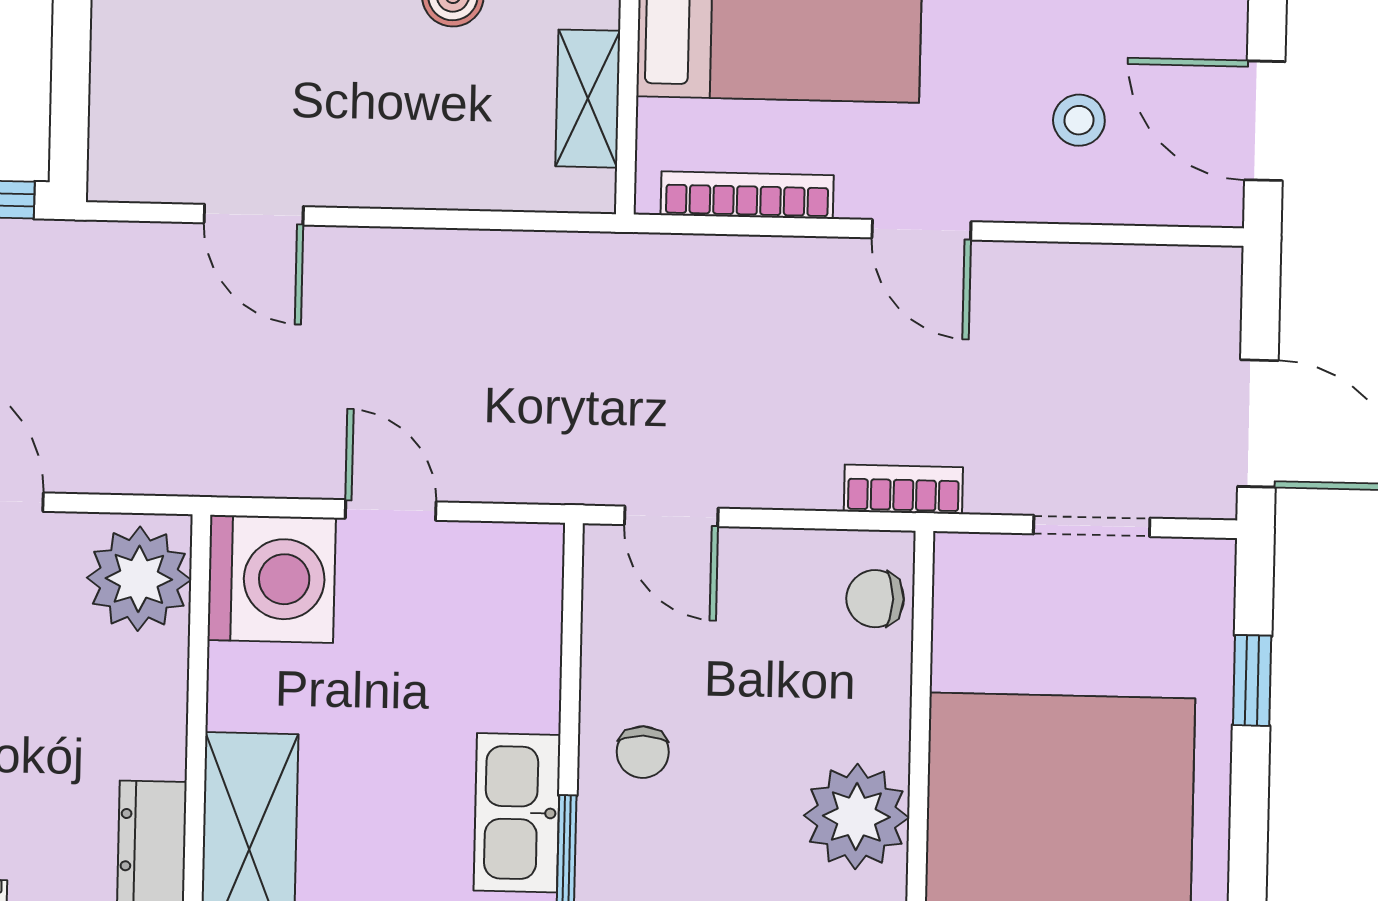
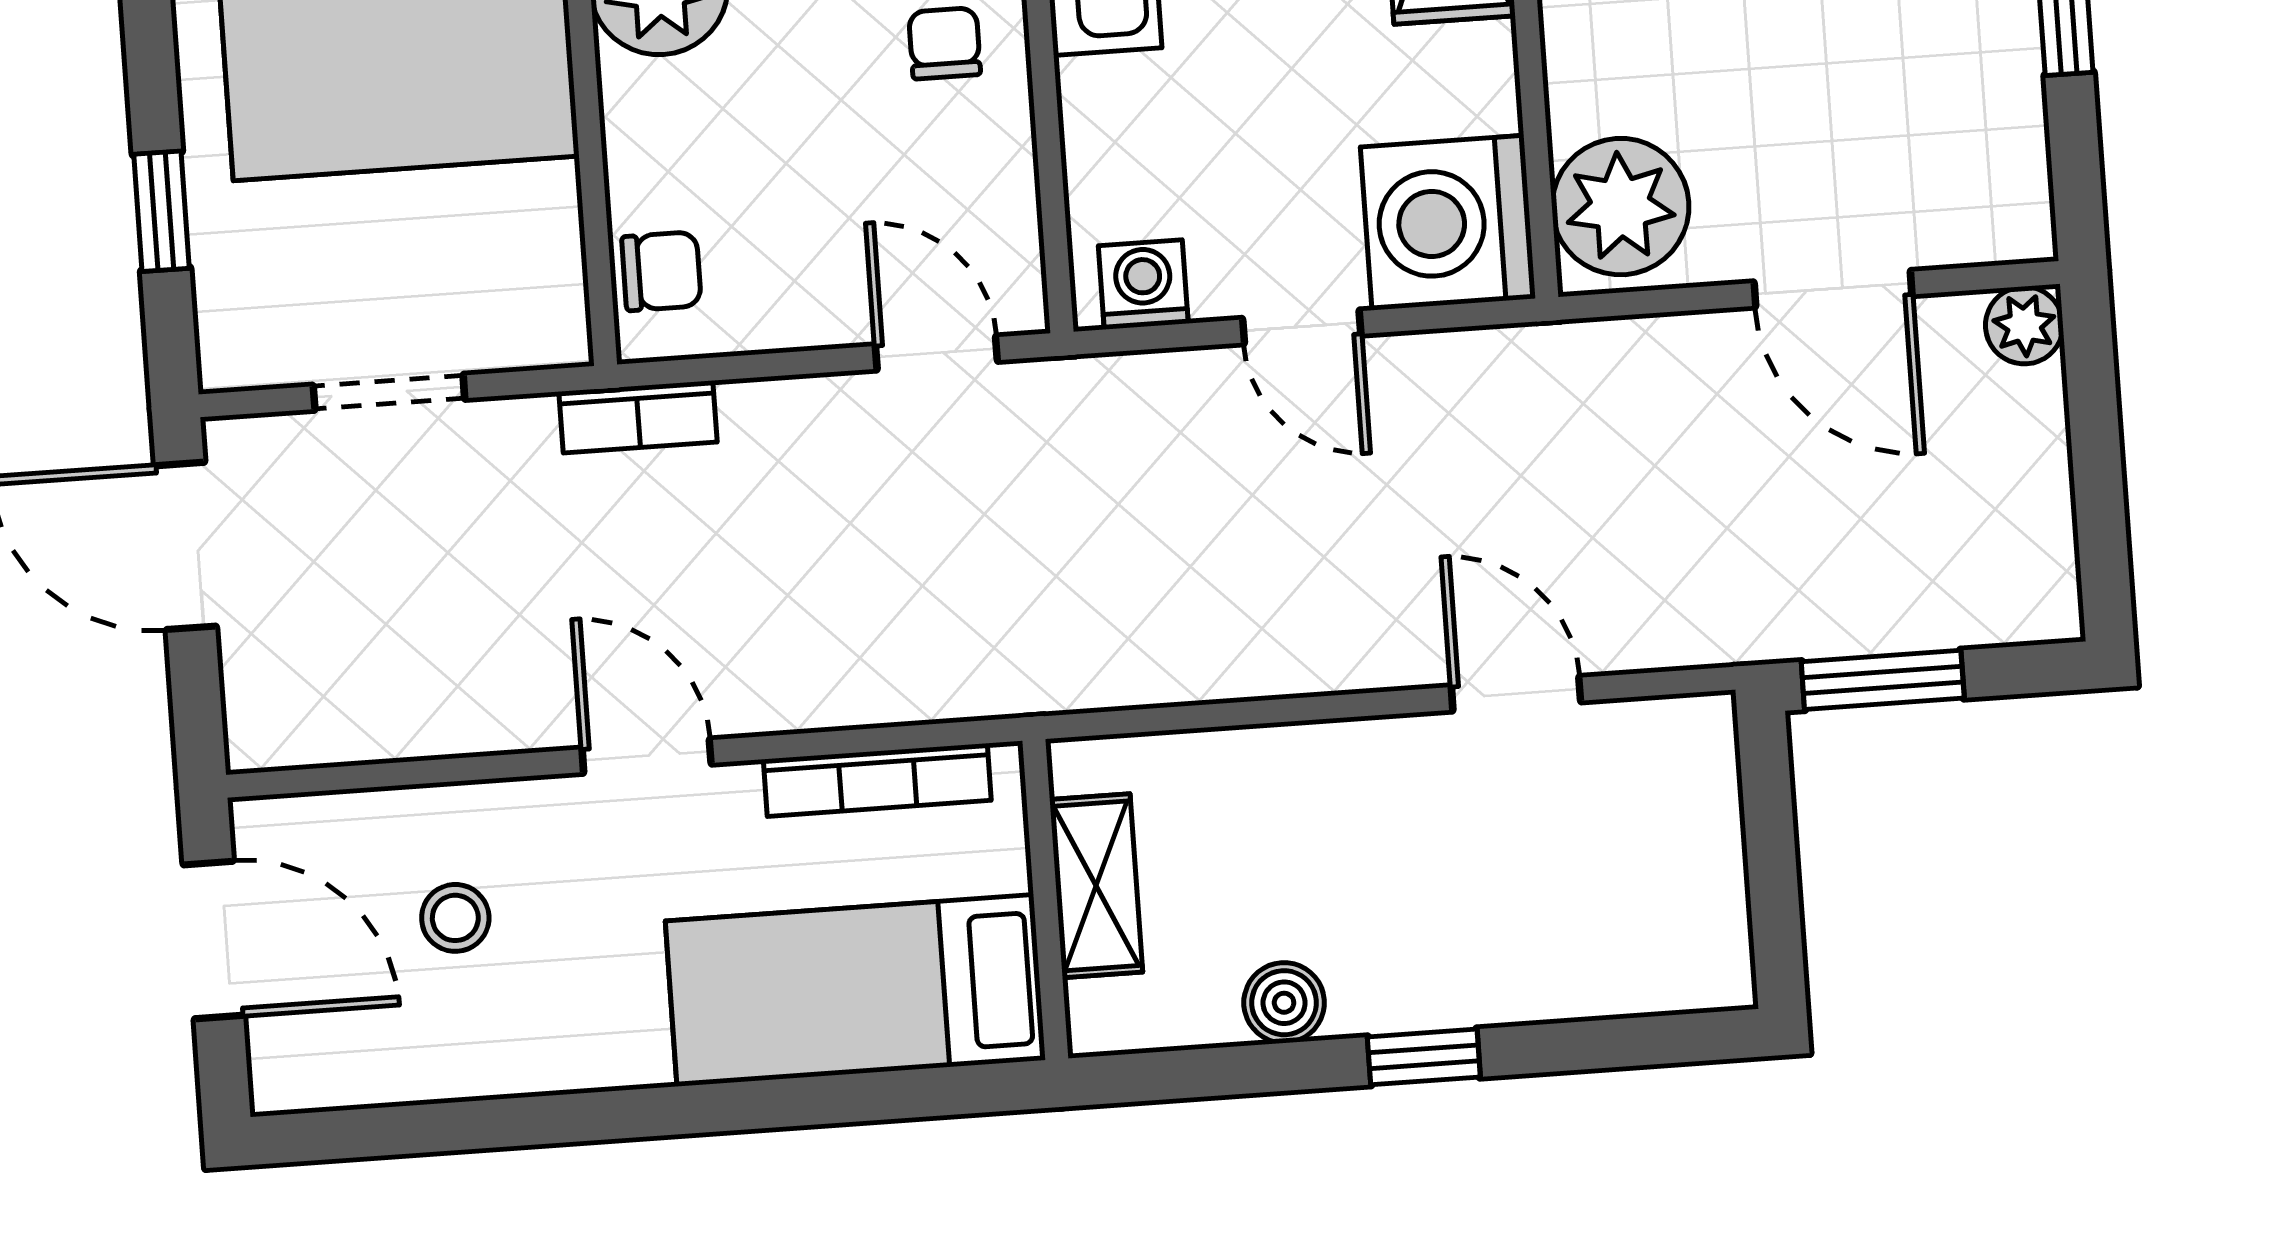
washing machine: (508, 554) -> (1143, 285), added

